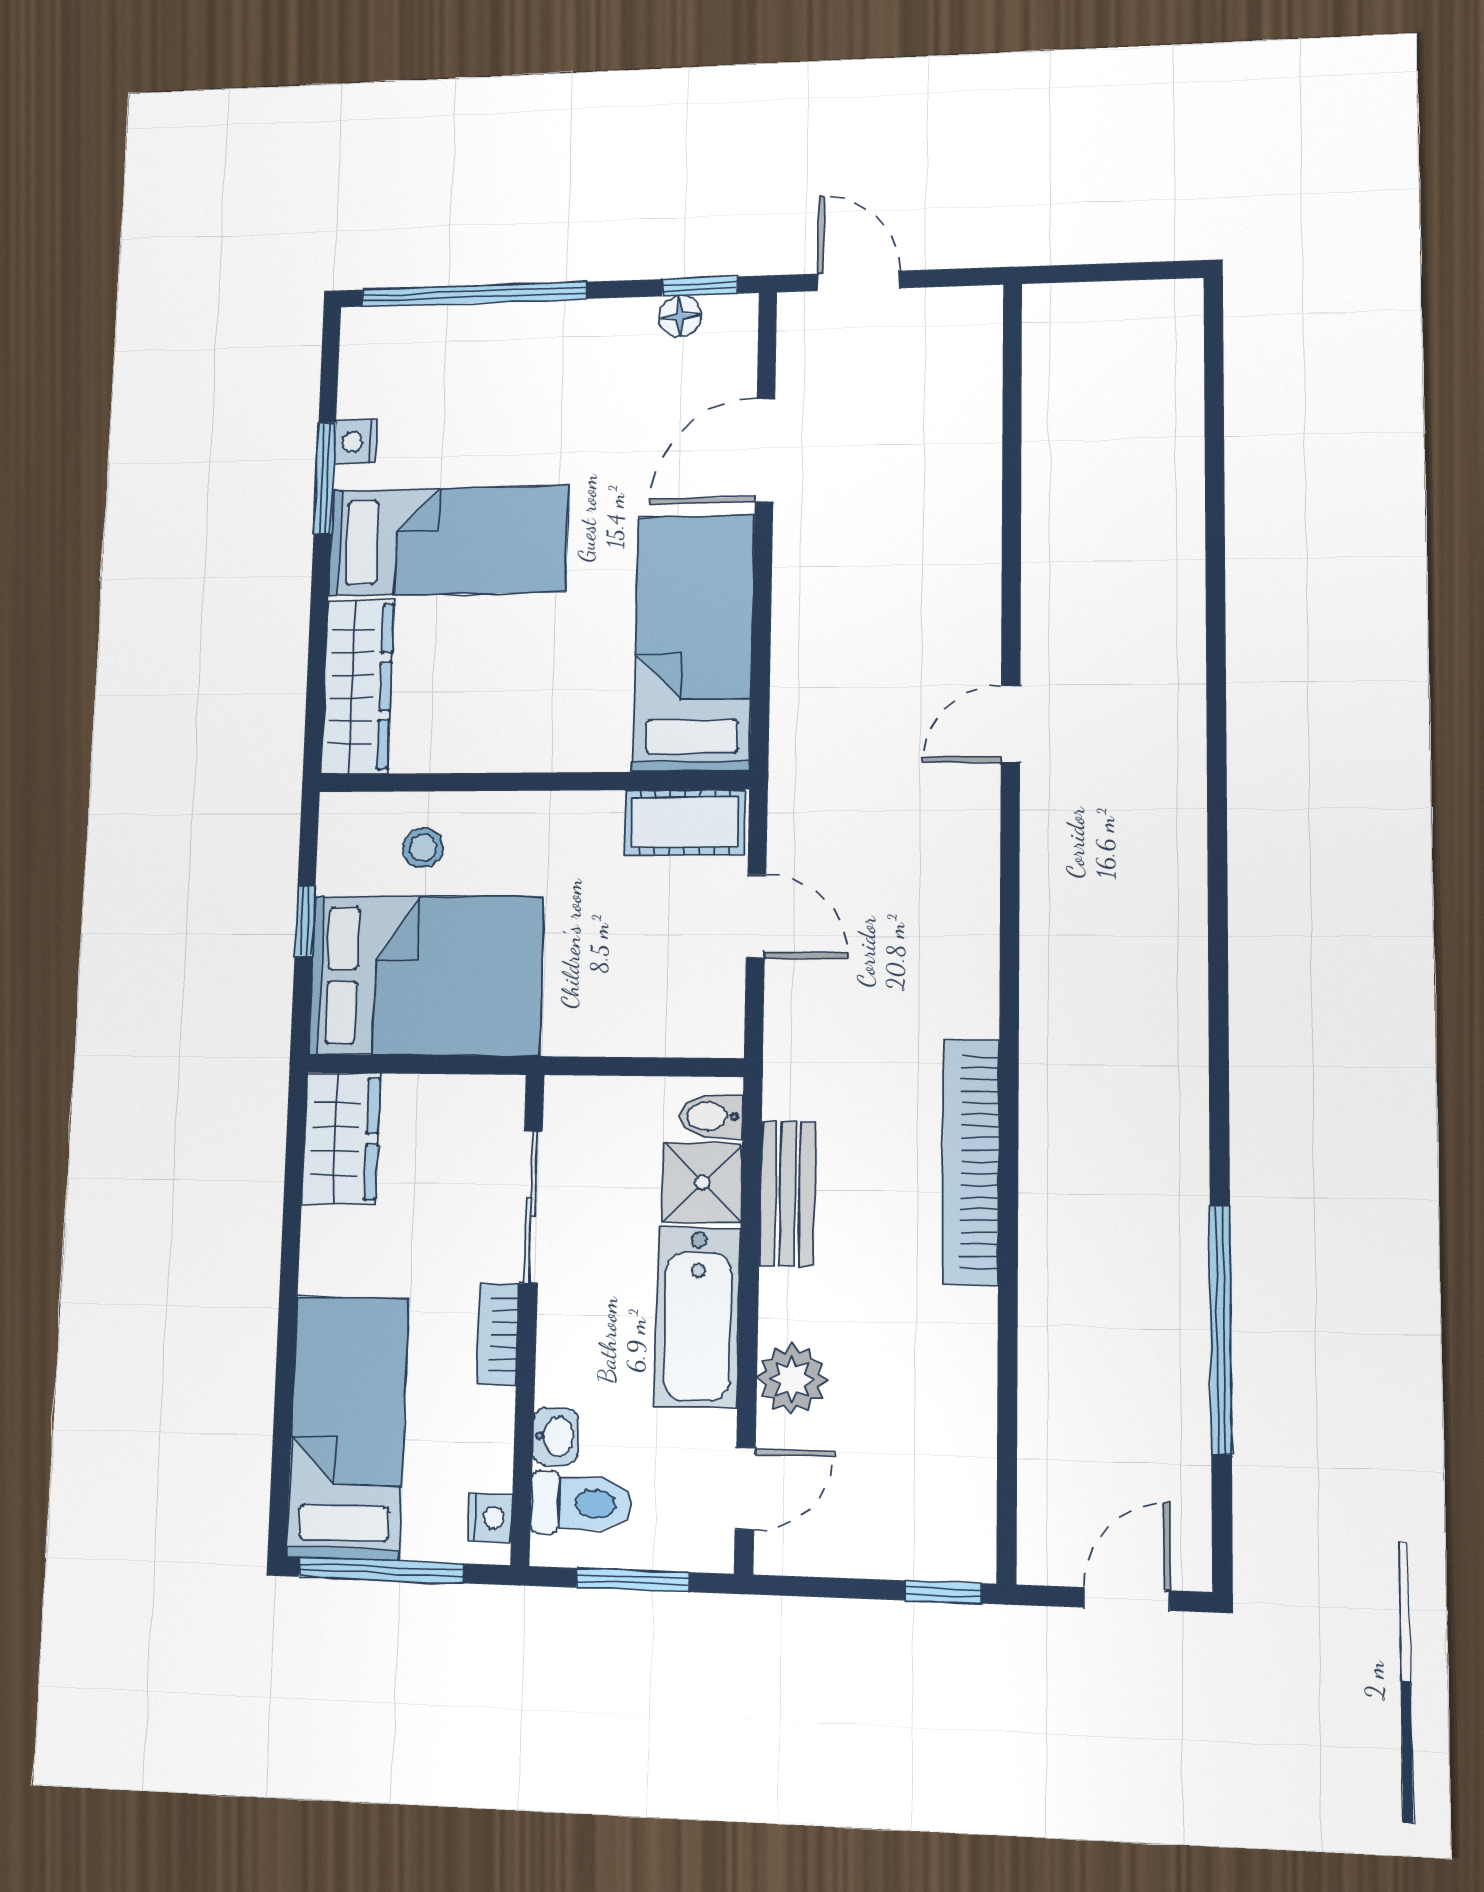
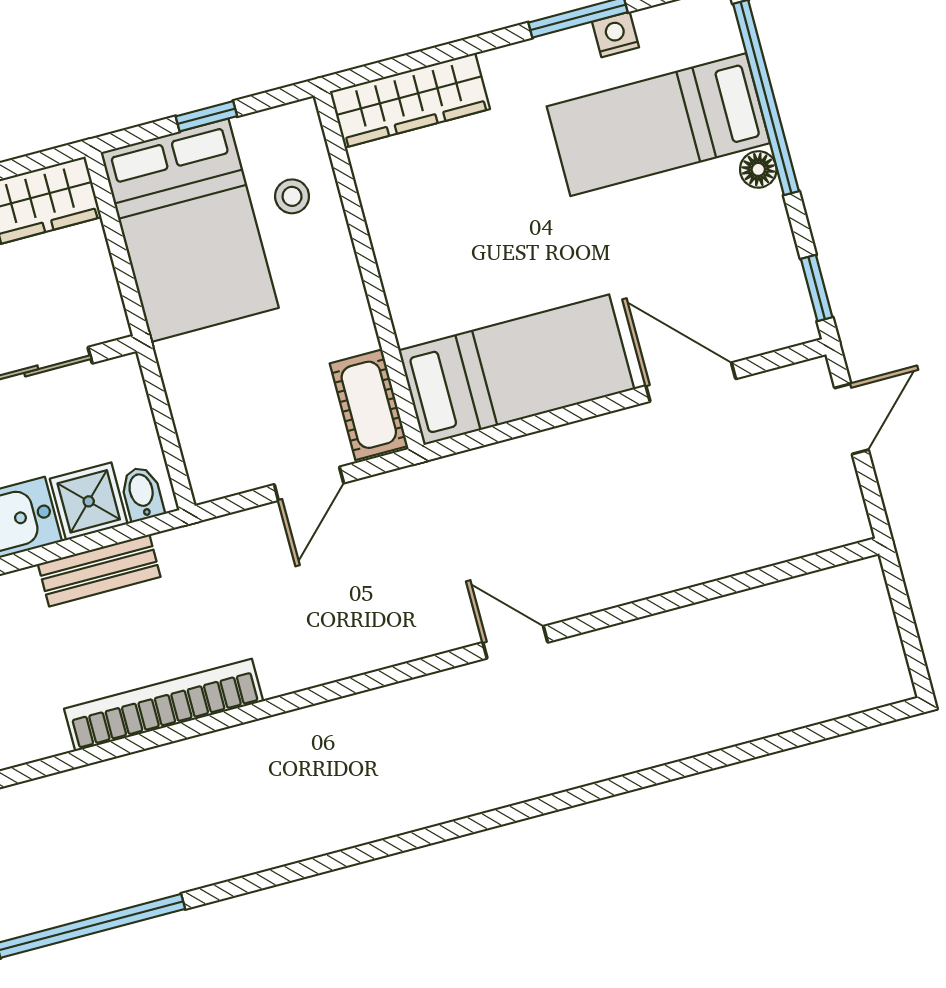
floor lamp: (680, 316) -> (758, 169), moved
bed: (448, 541) -> (658, 125), moved, turned 90

